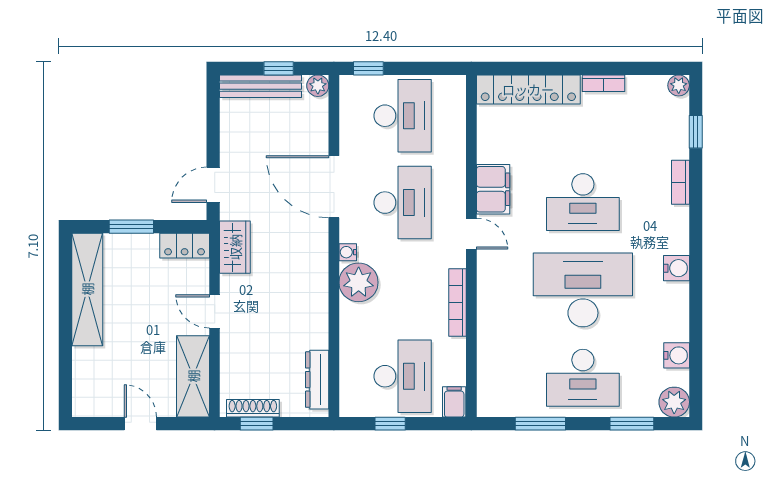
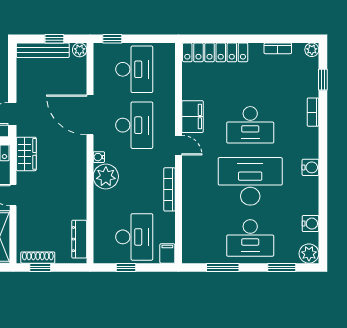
bookcase: (603, 83) -> (278, 48), moved

